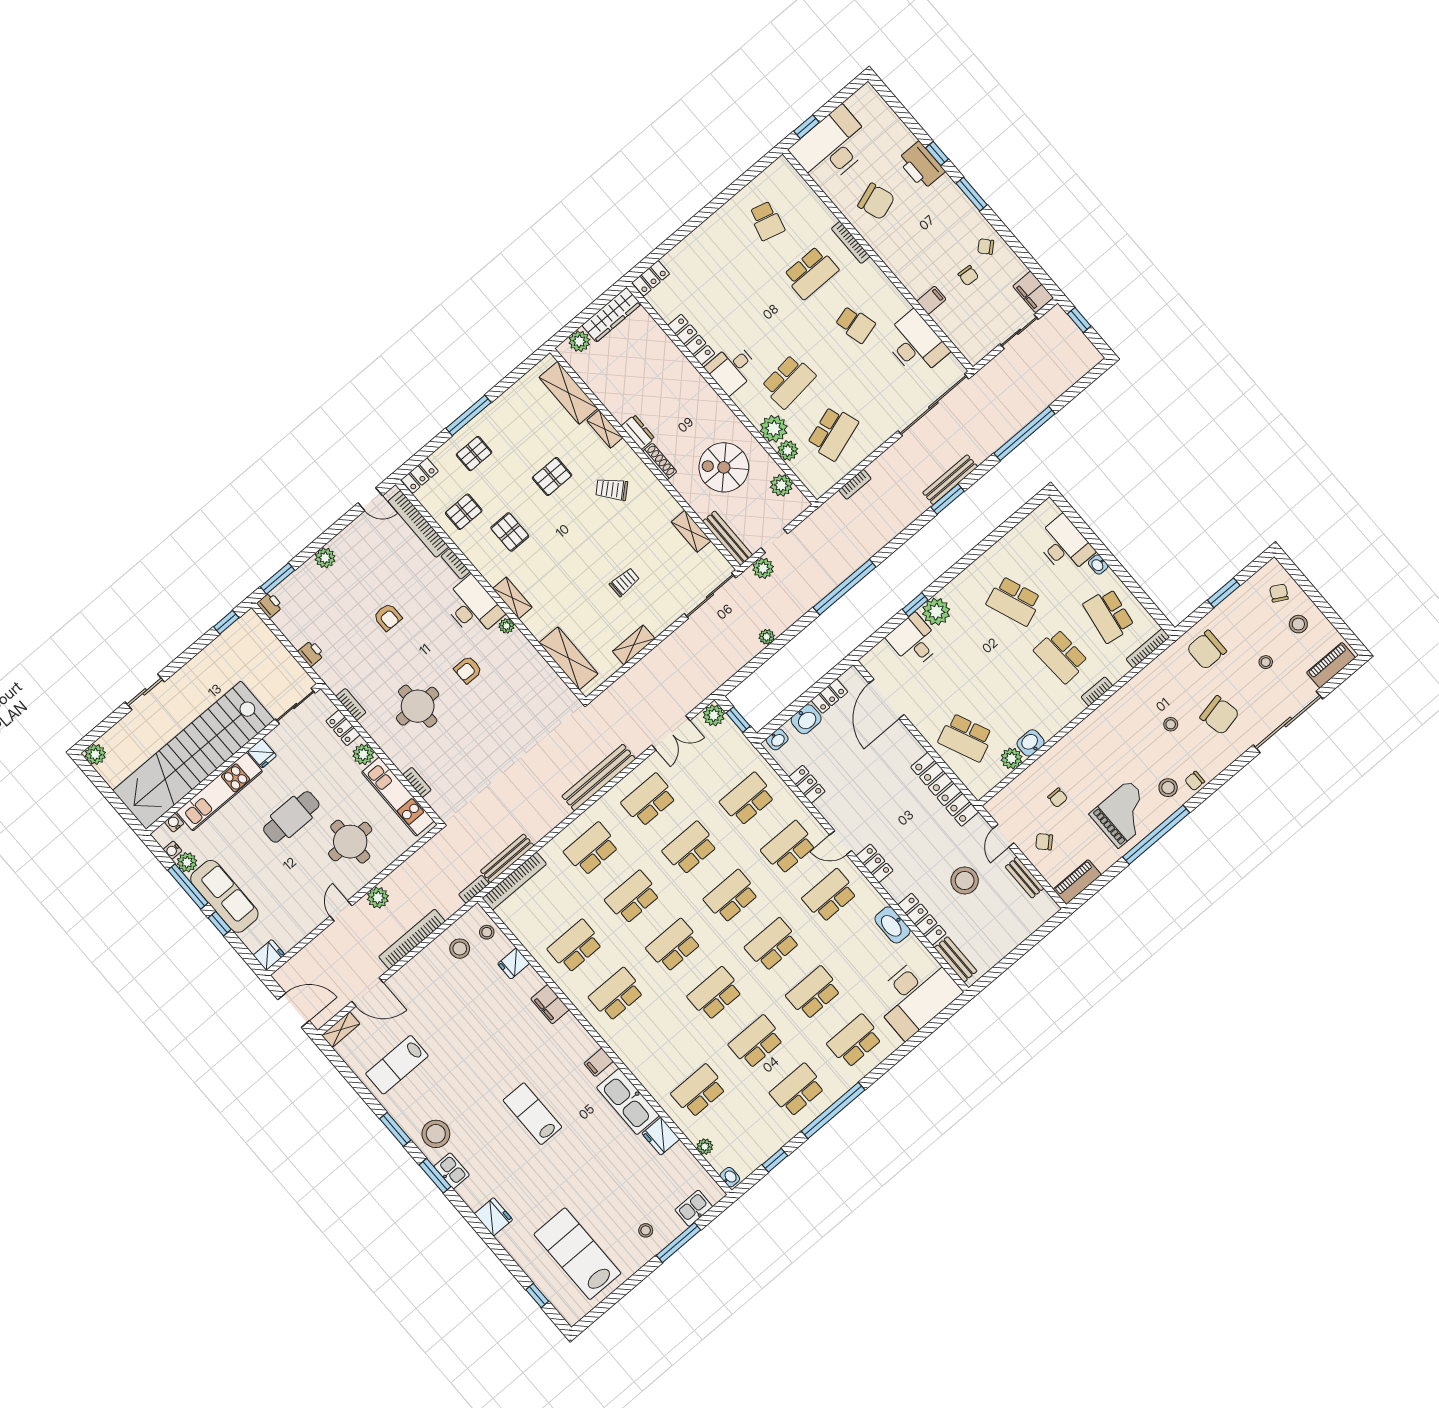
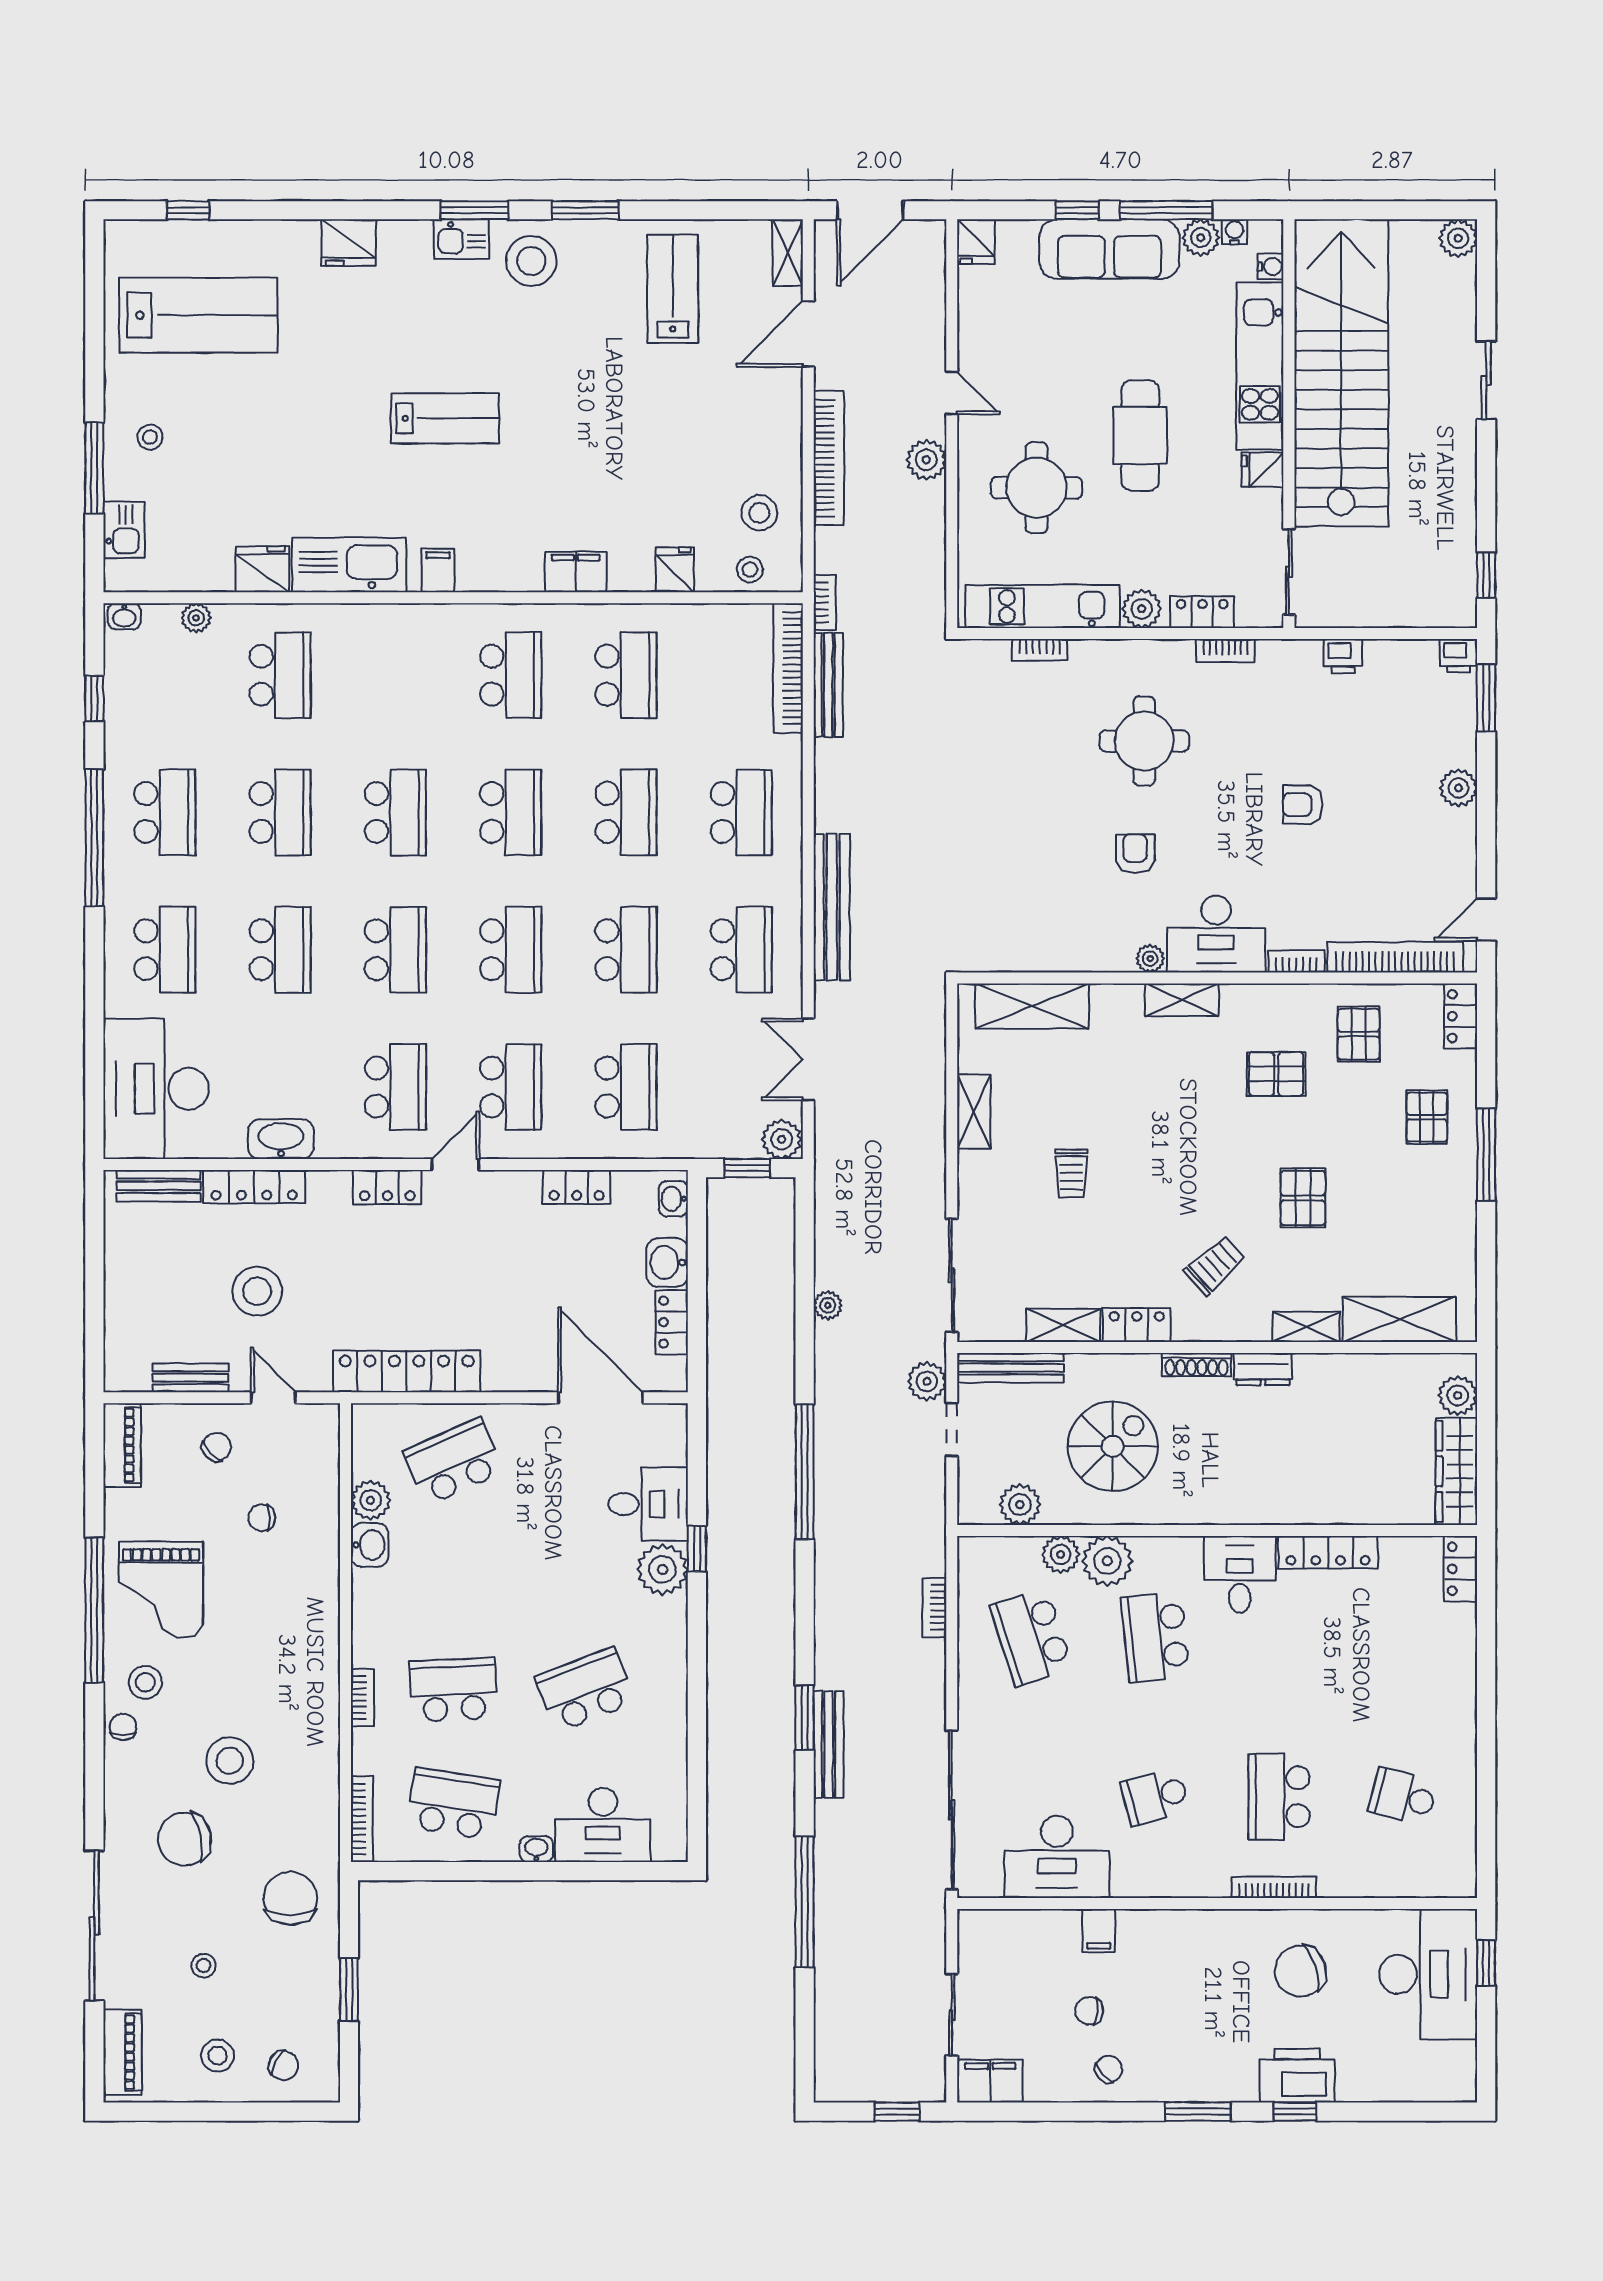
locker: (665, 501) -> (1137, 1325), added
stool: (1171, 724) -> (230, 1761), width x1.89, depth x1.89

